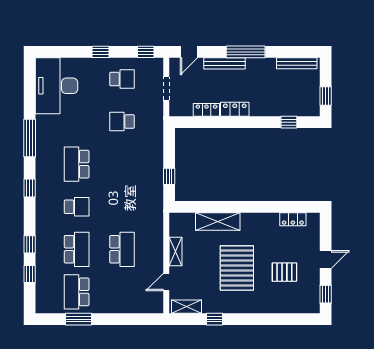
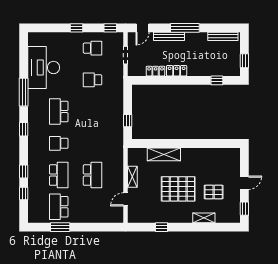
desk: (57, 86) -> (44, 68), moved
school desk: (77, 207) -> (59, 143), turned 180
locker: (293, 219) -> (220, 153), removed
pallet: (237, 268) -> (178, 189), turned 90
shelving: (186, 307) -> (204, 218), moved

